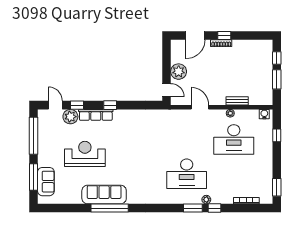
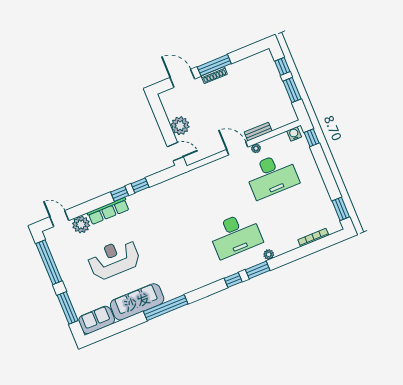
door: (195, 35) -> (182, 78), swing flipped
window: (224, 35) -> (214, 65), width x2.17
window: (77, 105) -> (140, 185), moved
door: (200, 107) -> (237, 148), moved
window: (277, 135) -> (312, 138), moved
sofa: (46, 182) -> (97, 320), moved, turned -90
sofa: (104, 195) -> (137, 302), moved
window: (214, 208) -> (233, 280), moved

